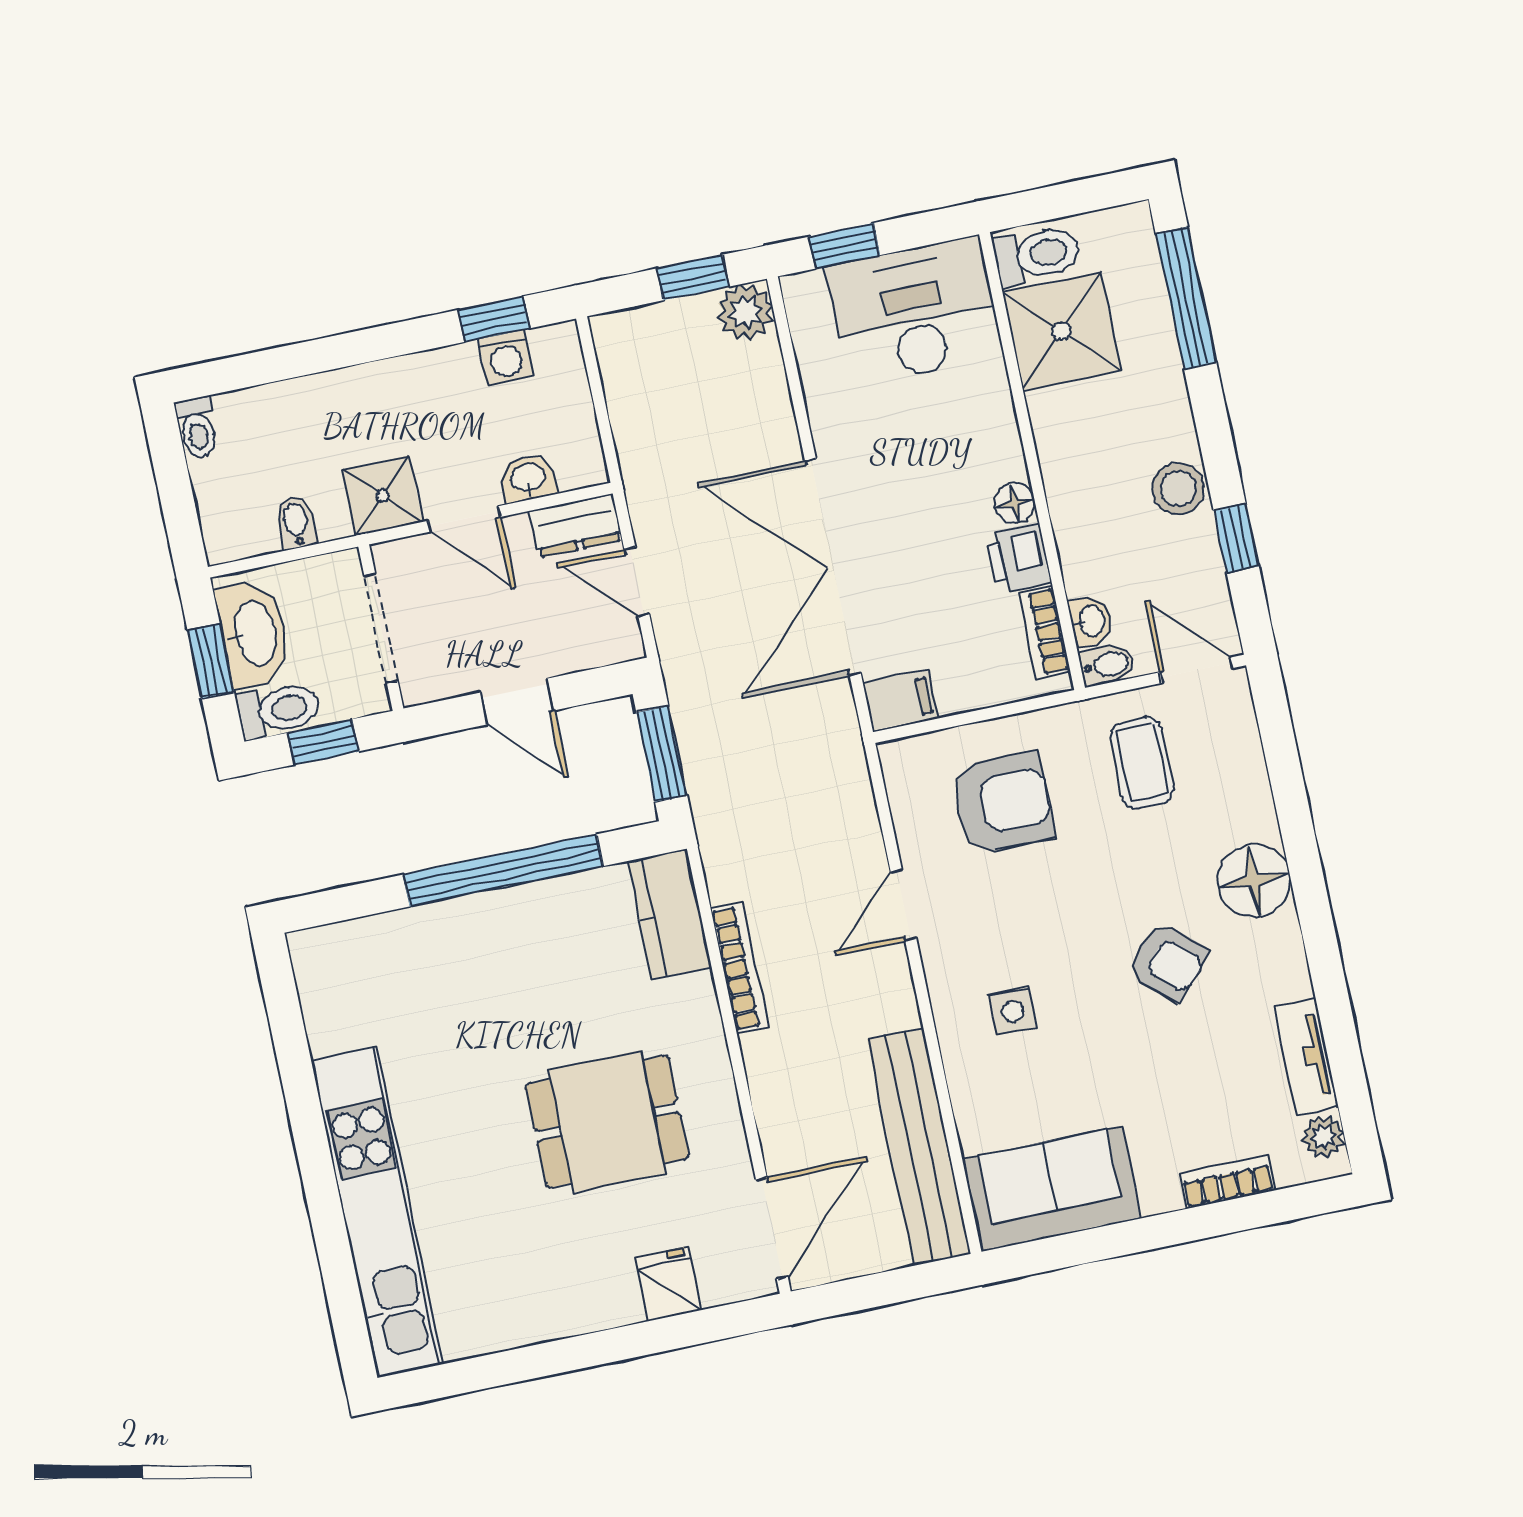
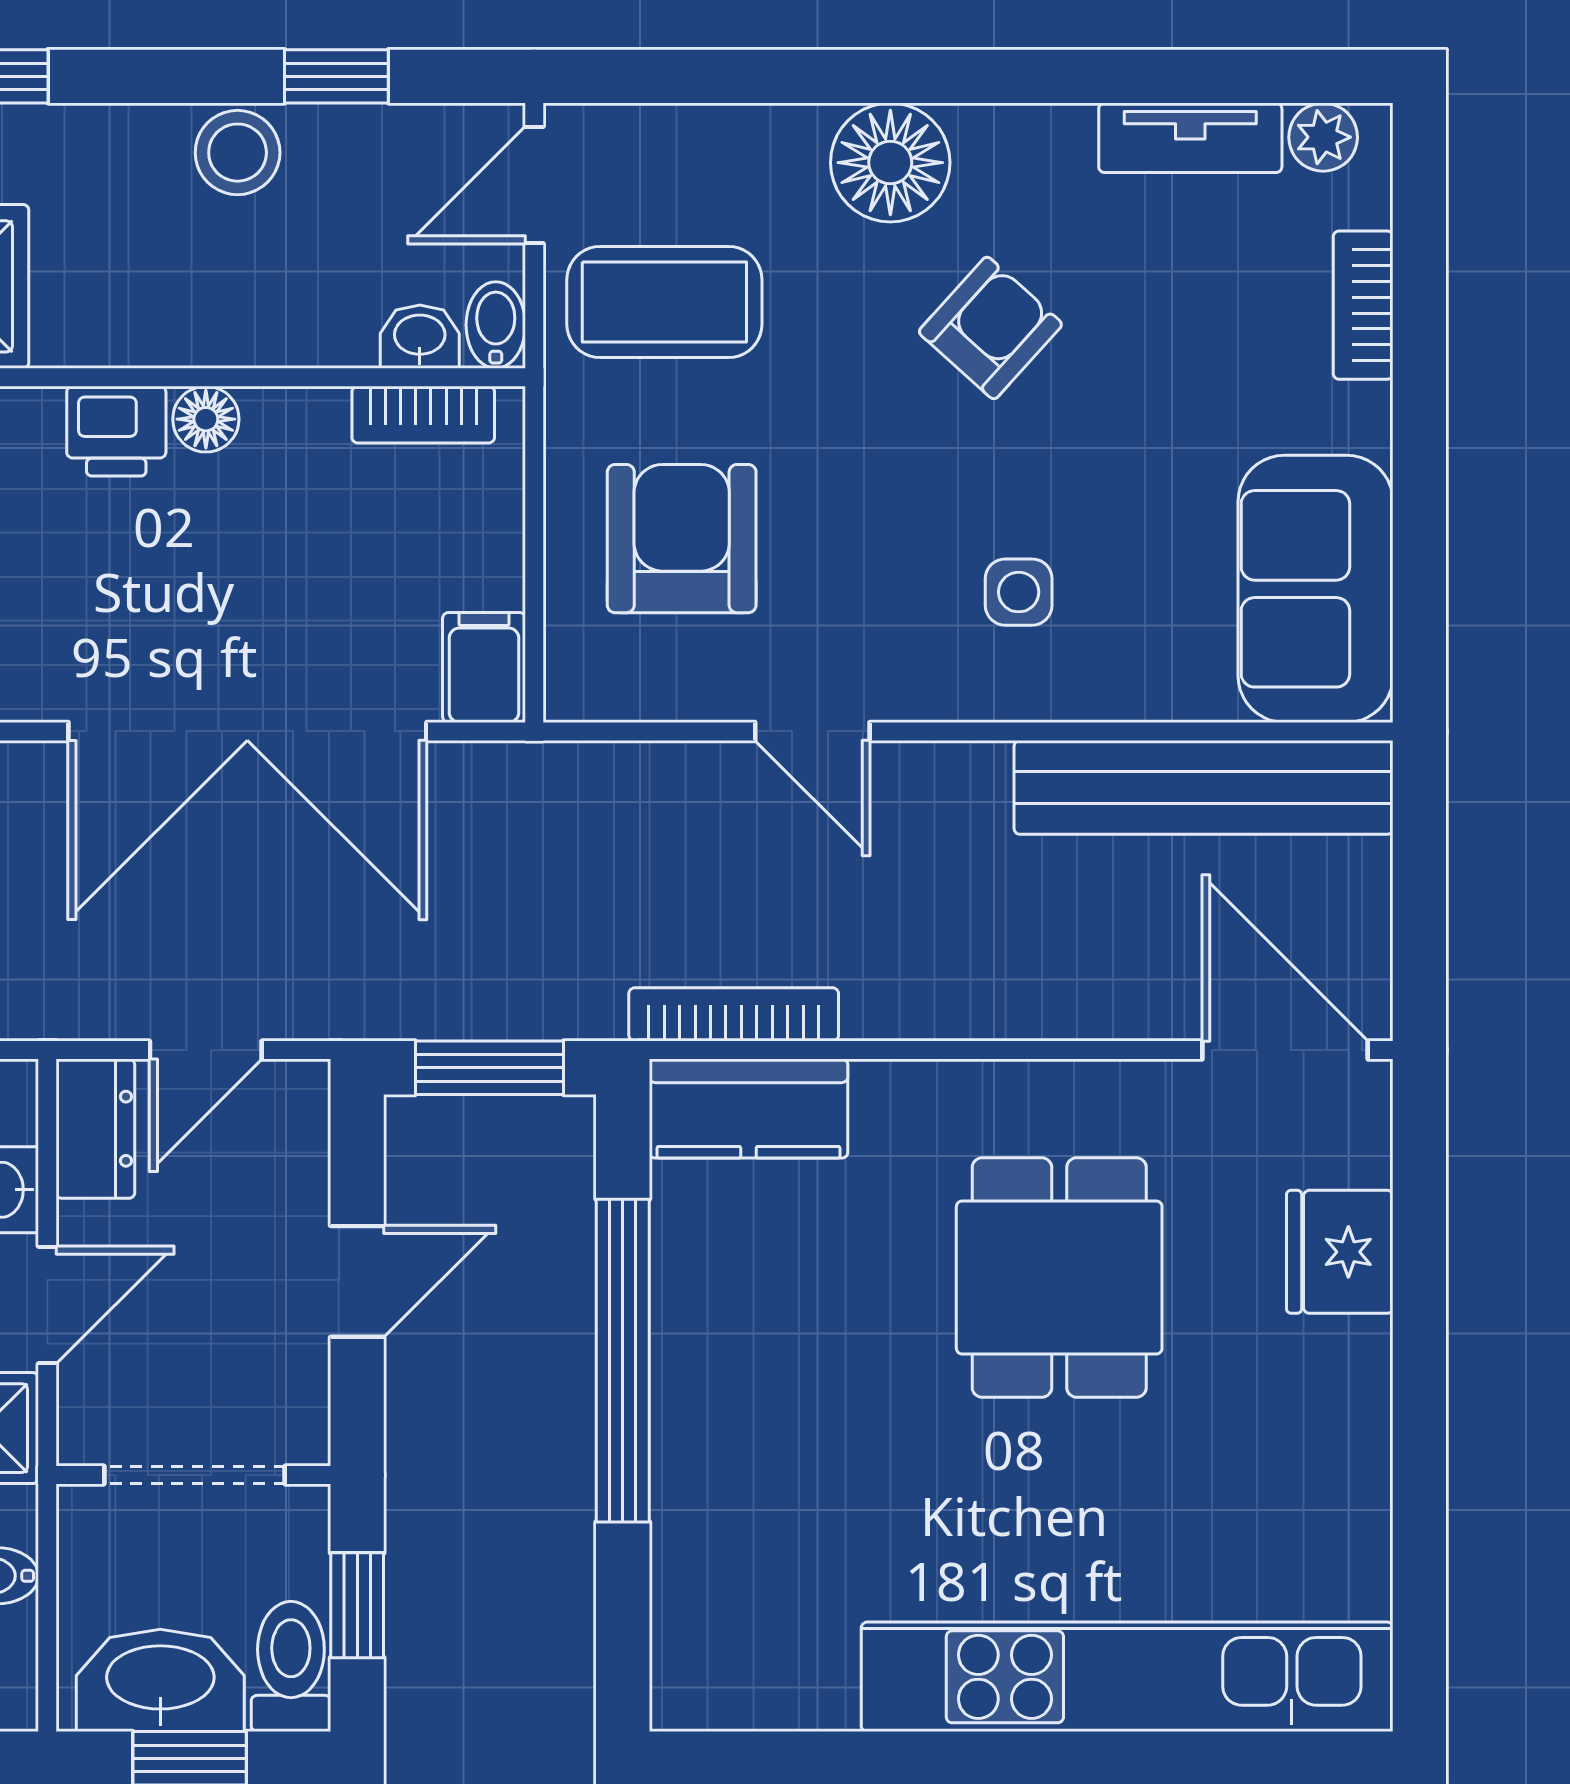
printer: (1019, 558) -> (116, 431), moved
coffee table: (1142, 763) -> (664, 302), width x1.36, depth x1.30
bookcase: (740, 968) -> (734, 1014), moved
fridge: (668, 1284) -> (1340, 1252), width x1.38

